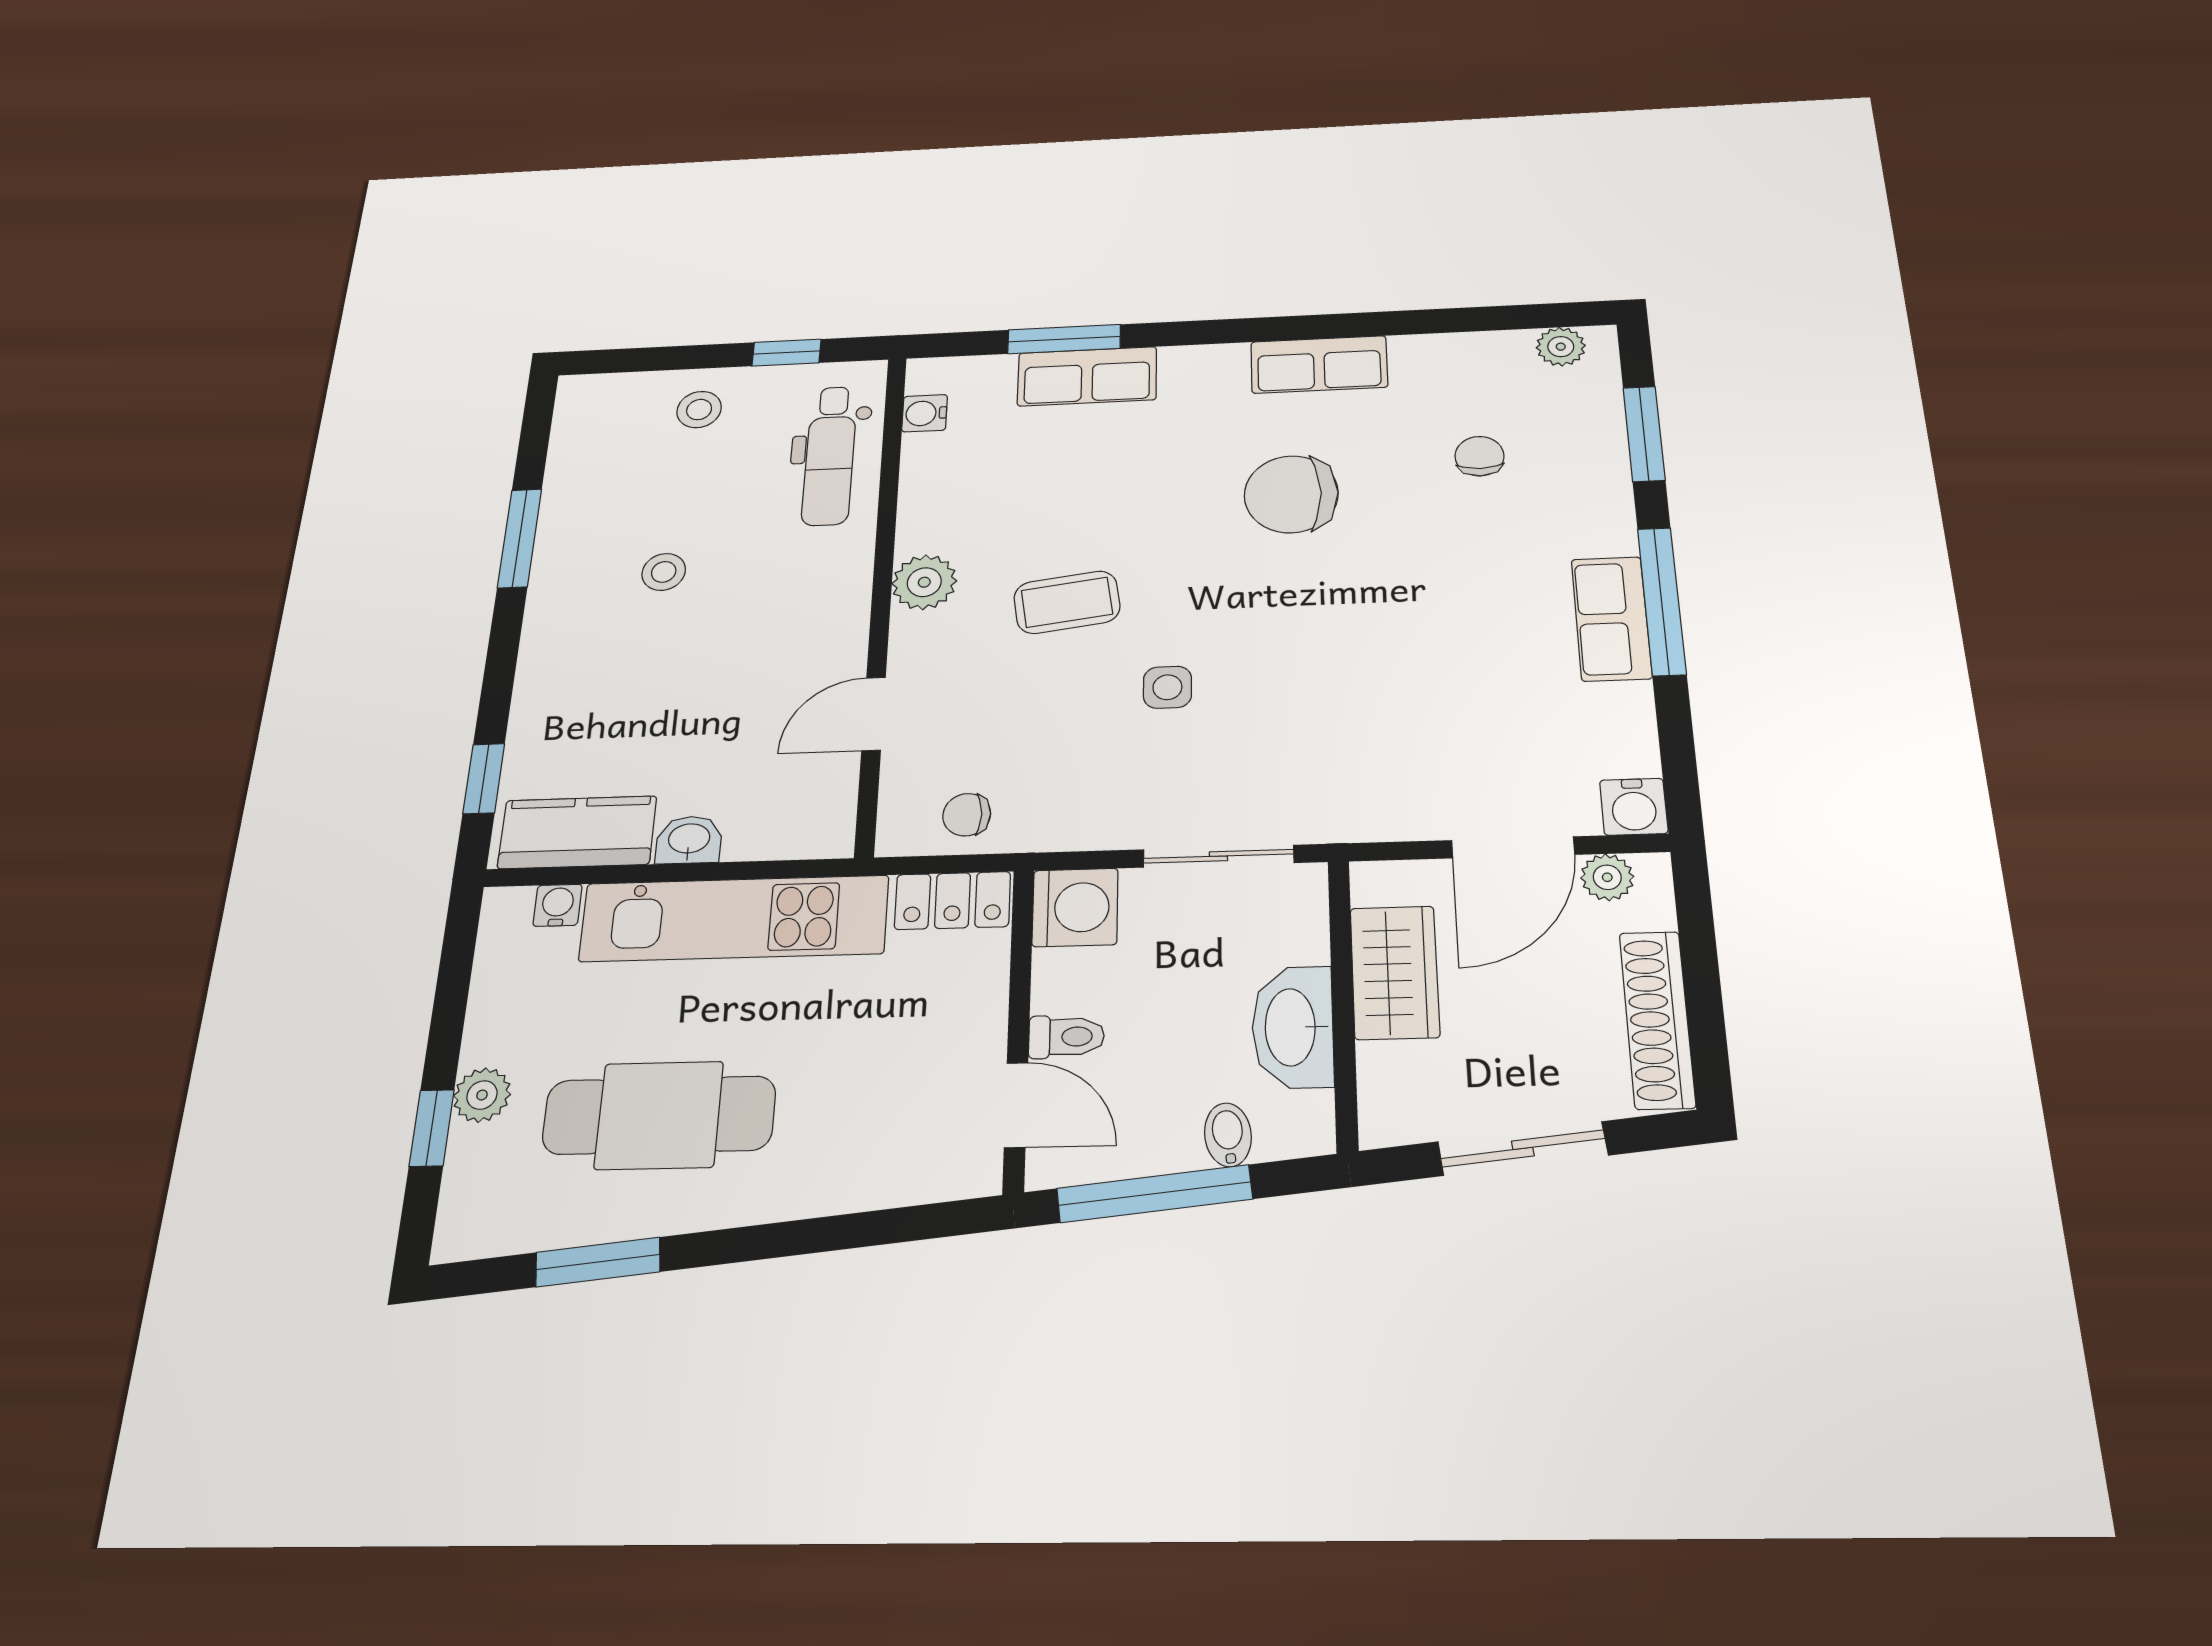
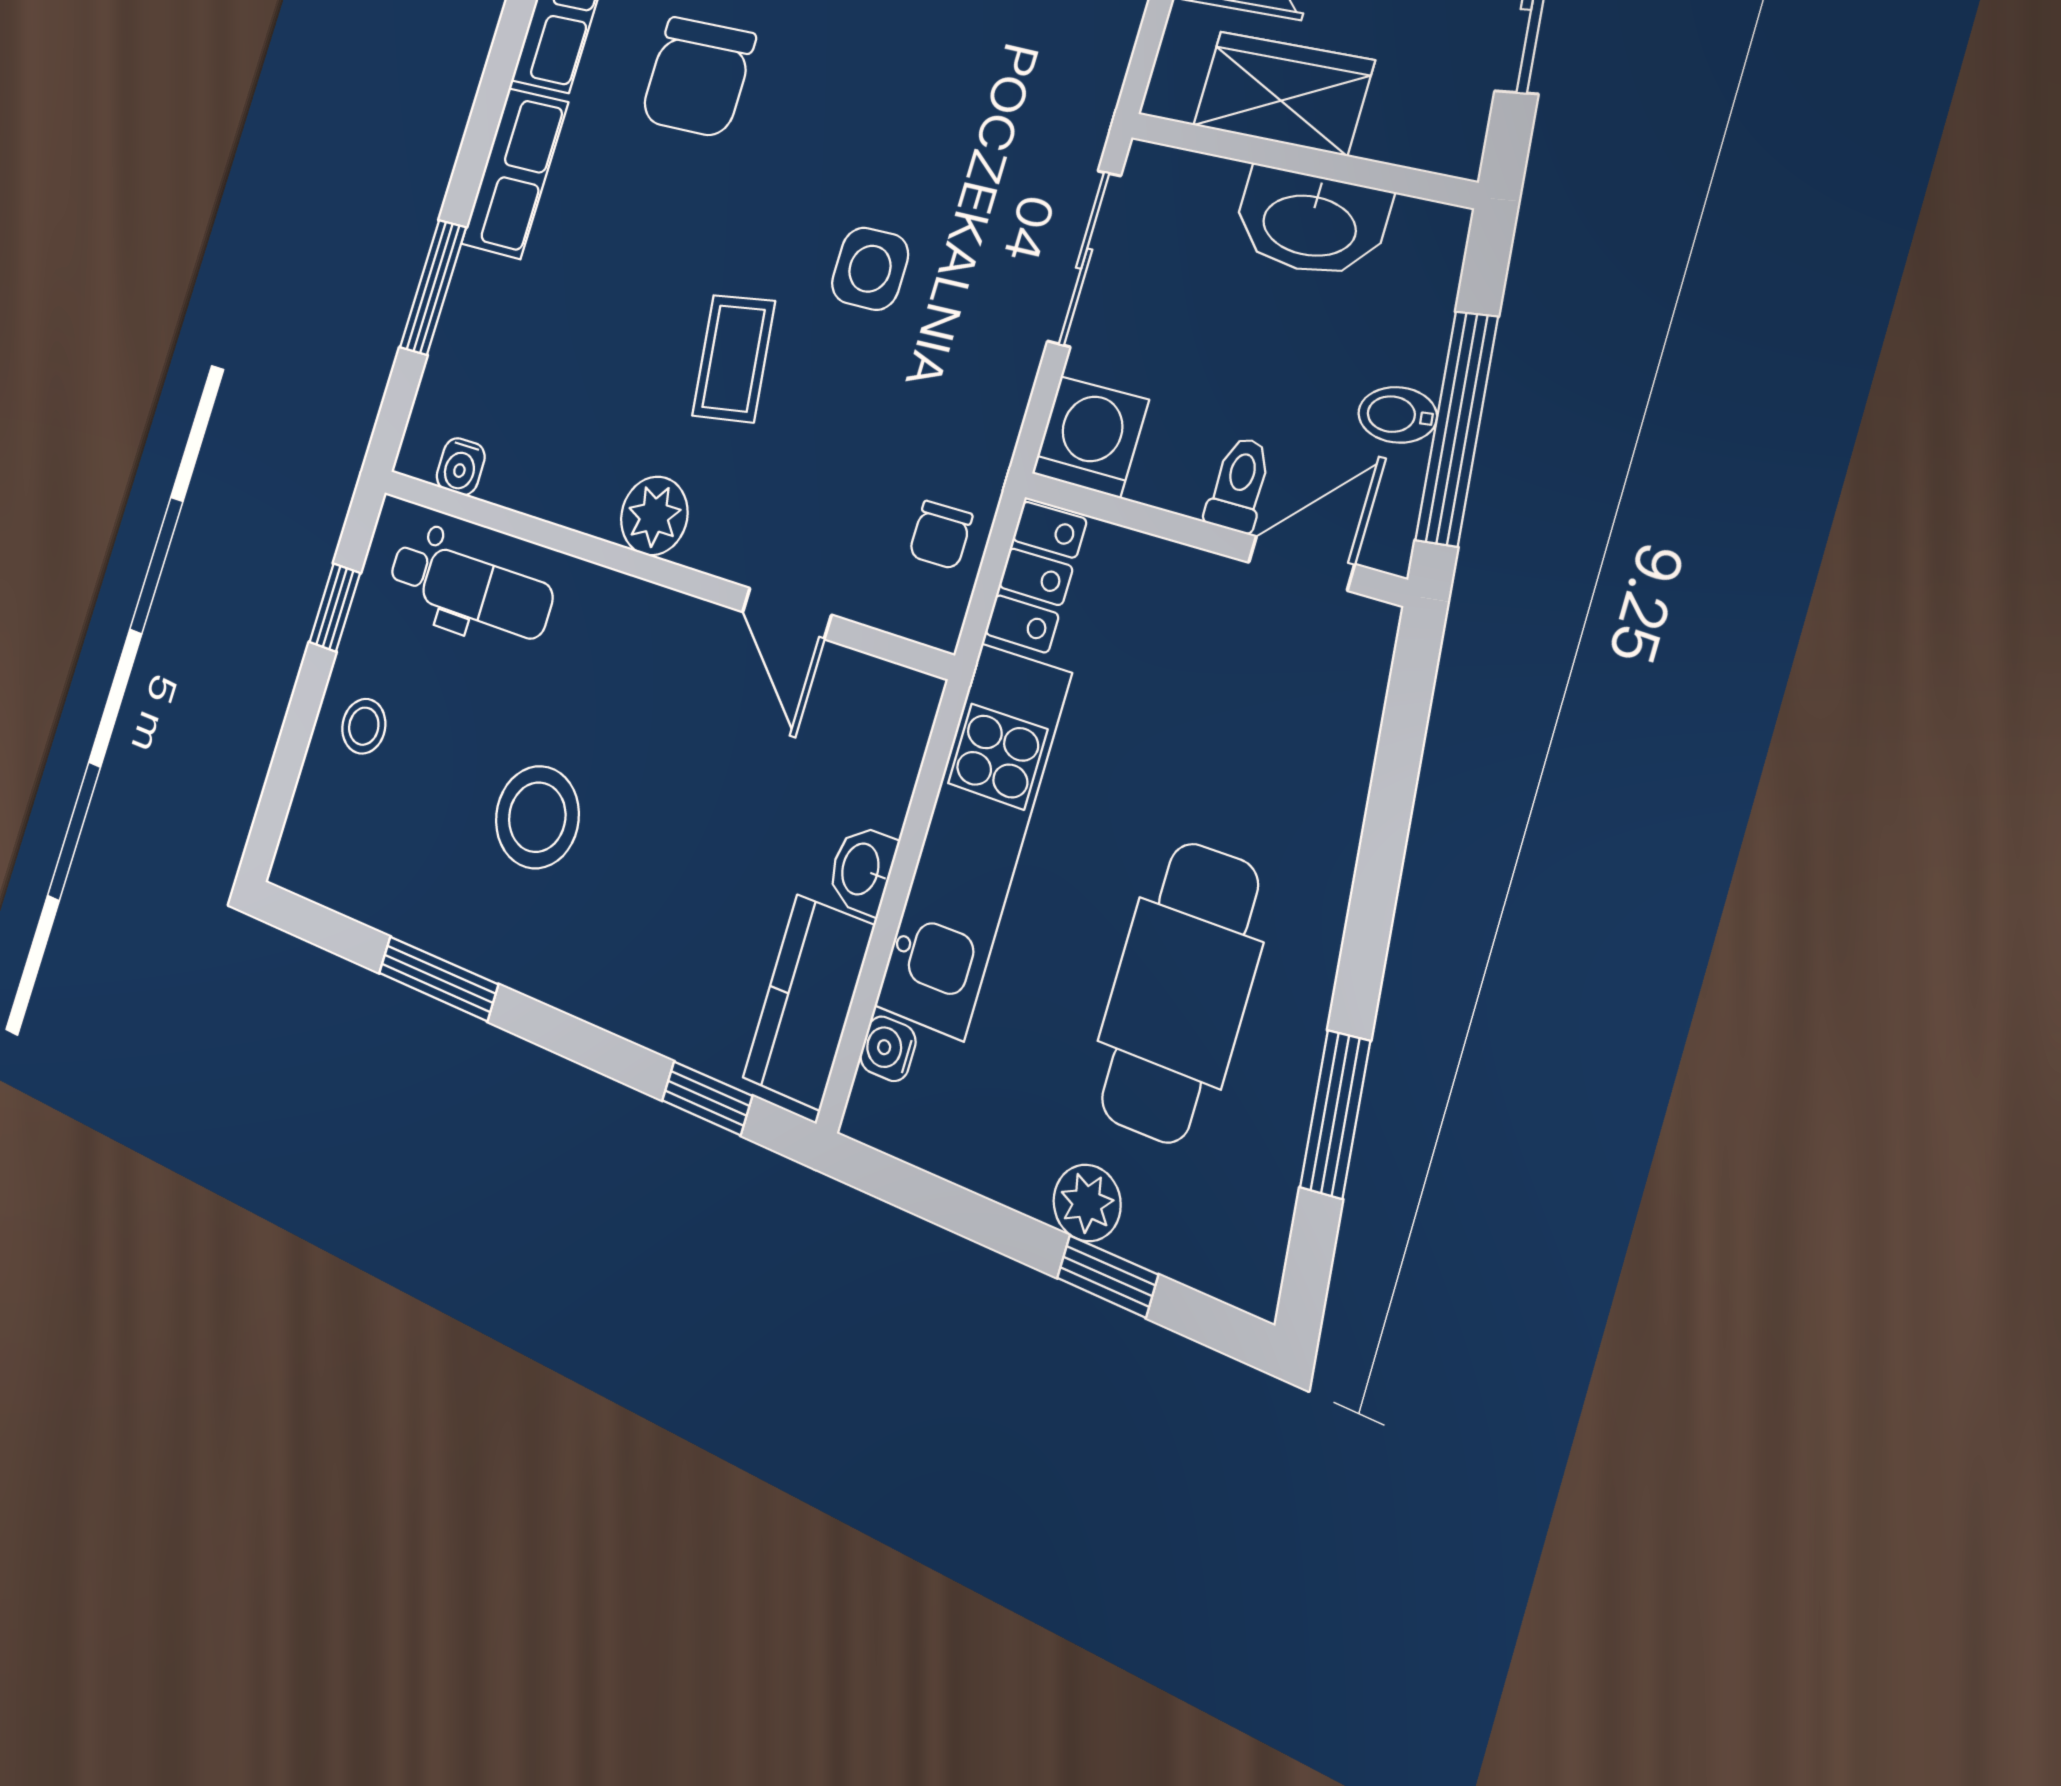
row of seats: (1087, 376) -> (514, 173), moved
stool: (664, 572) -> (537, 817), width x1.89, depth x1.89
side table: (1167, 687) -> (870, 269), width x1.37, depth x1.37
bidet: (1228, 1135) -> (1398, 415), moved

